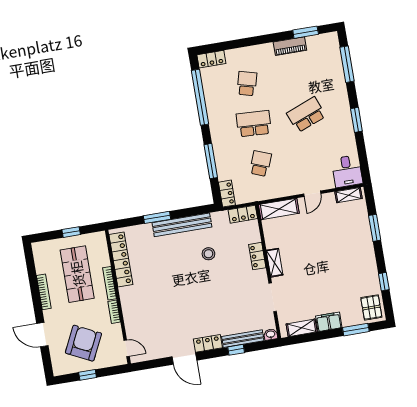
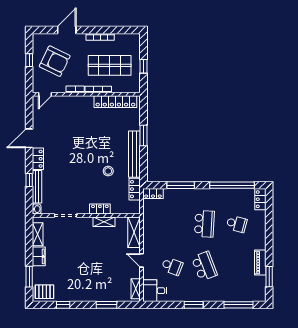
school desk: (260, 164) -> (172, 266), moved
locker: (243, 214) -> (135, 189), moved
shelving: (275, 263) -> (104, 222), moved

